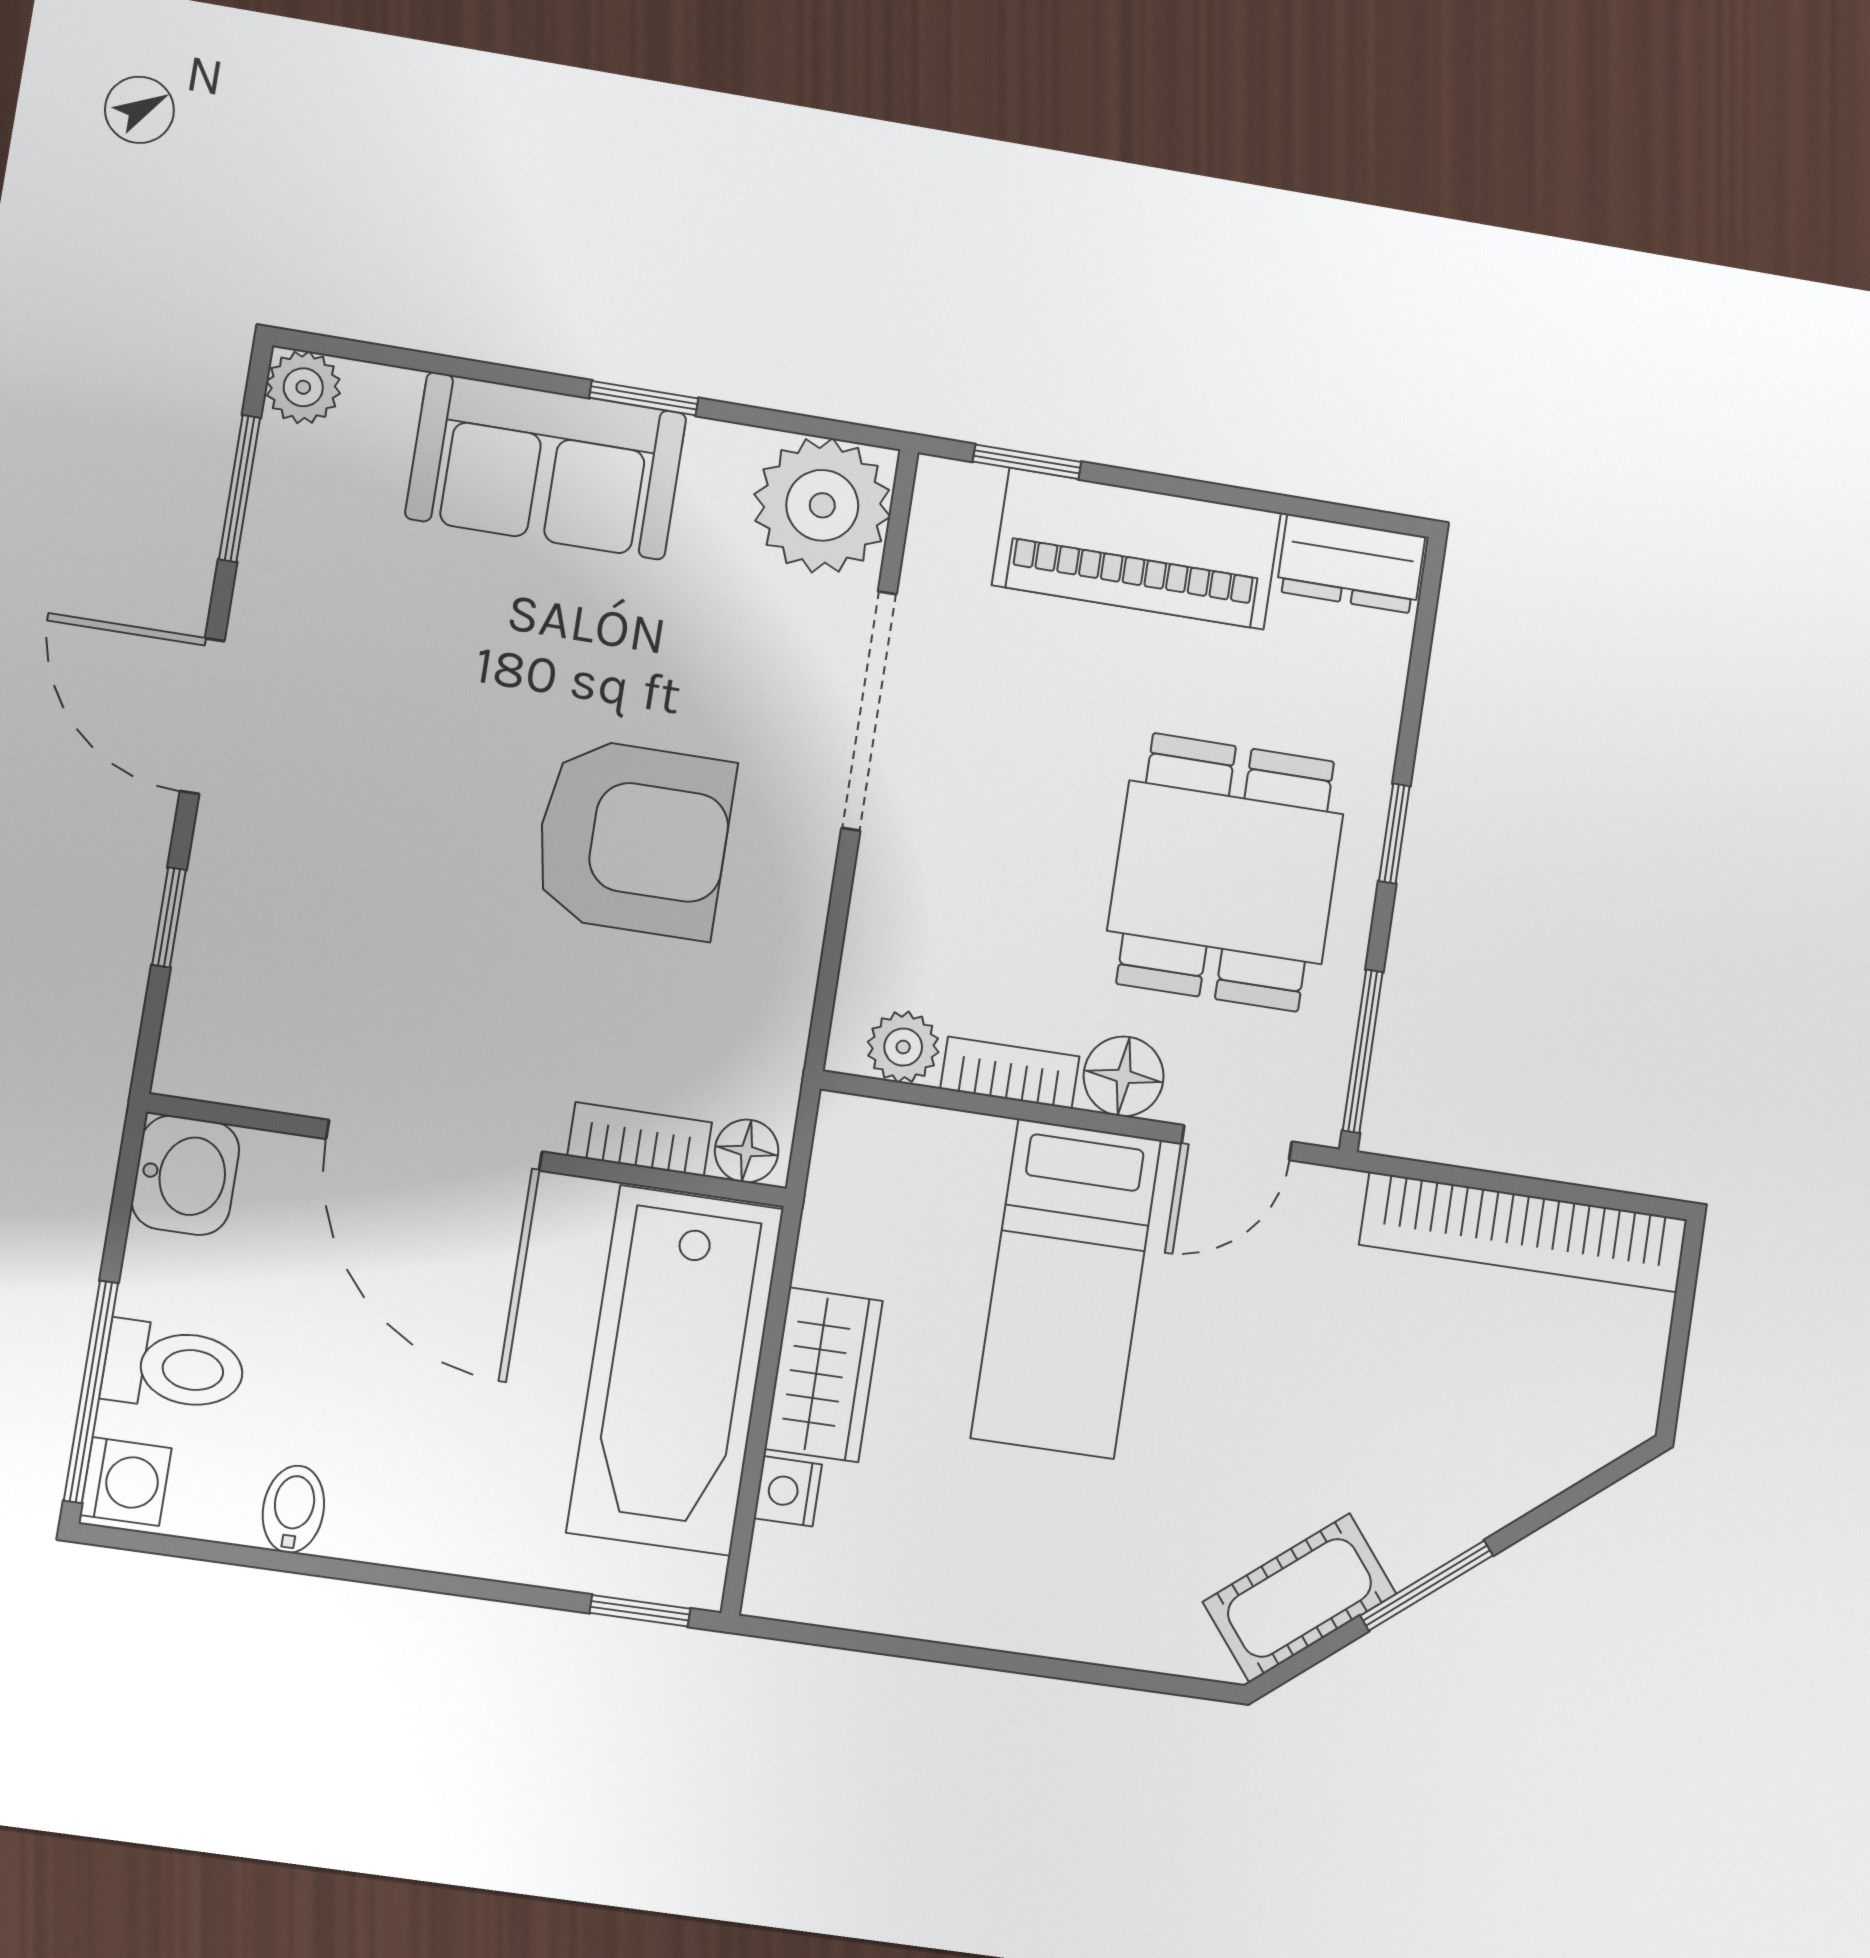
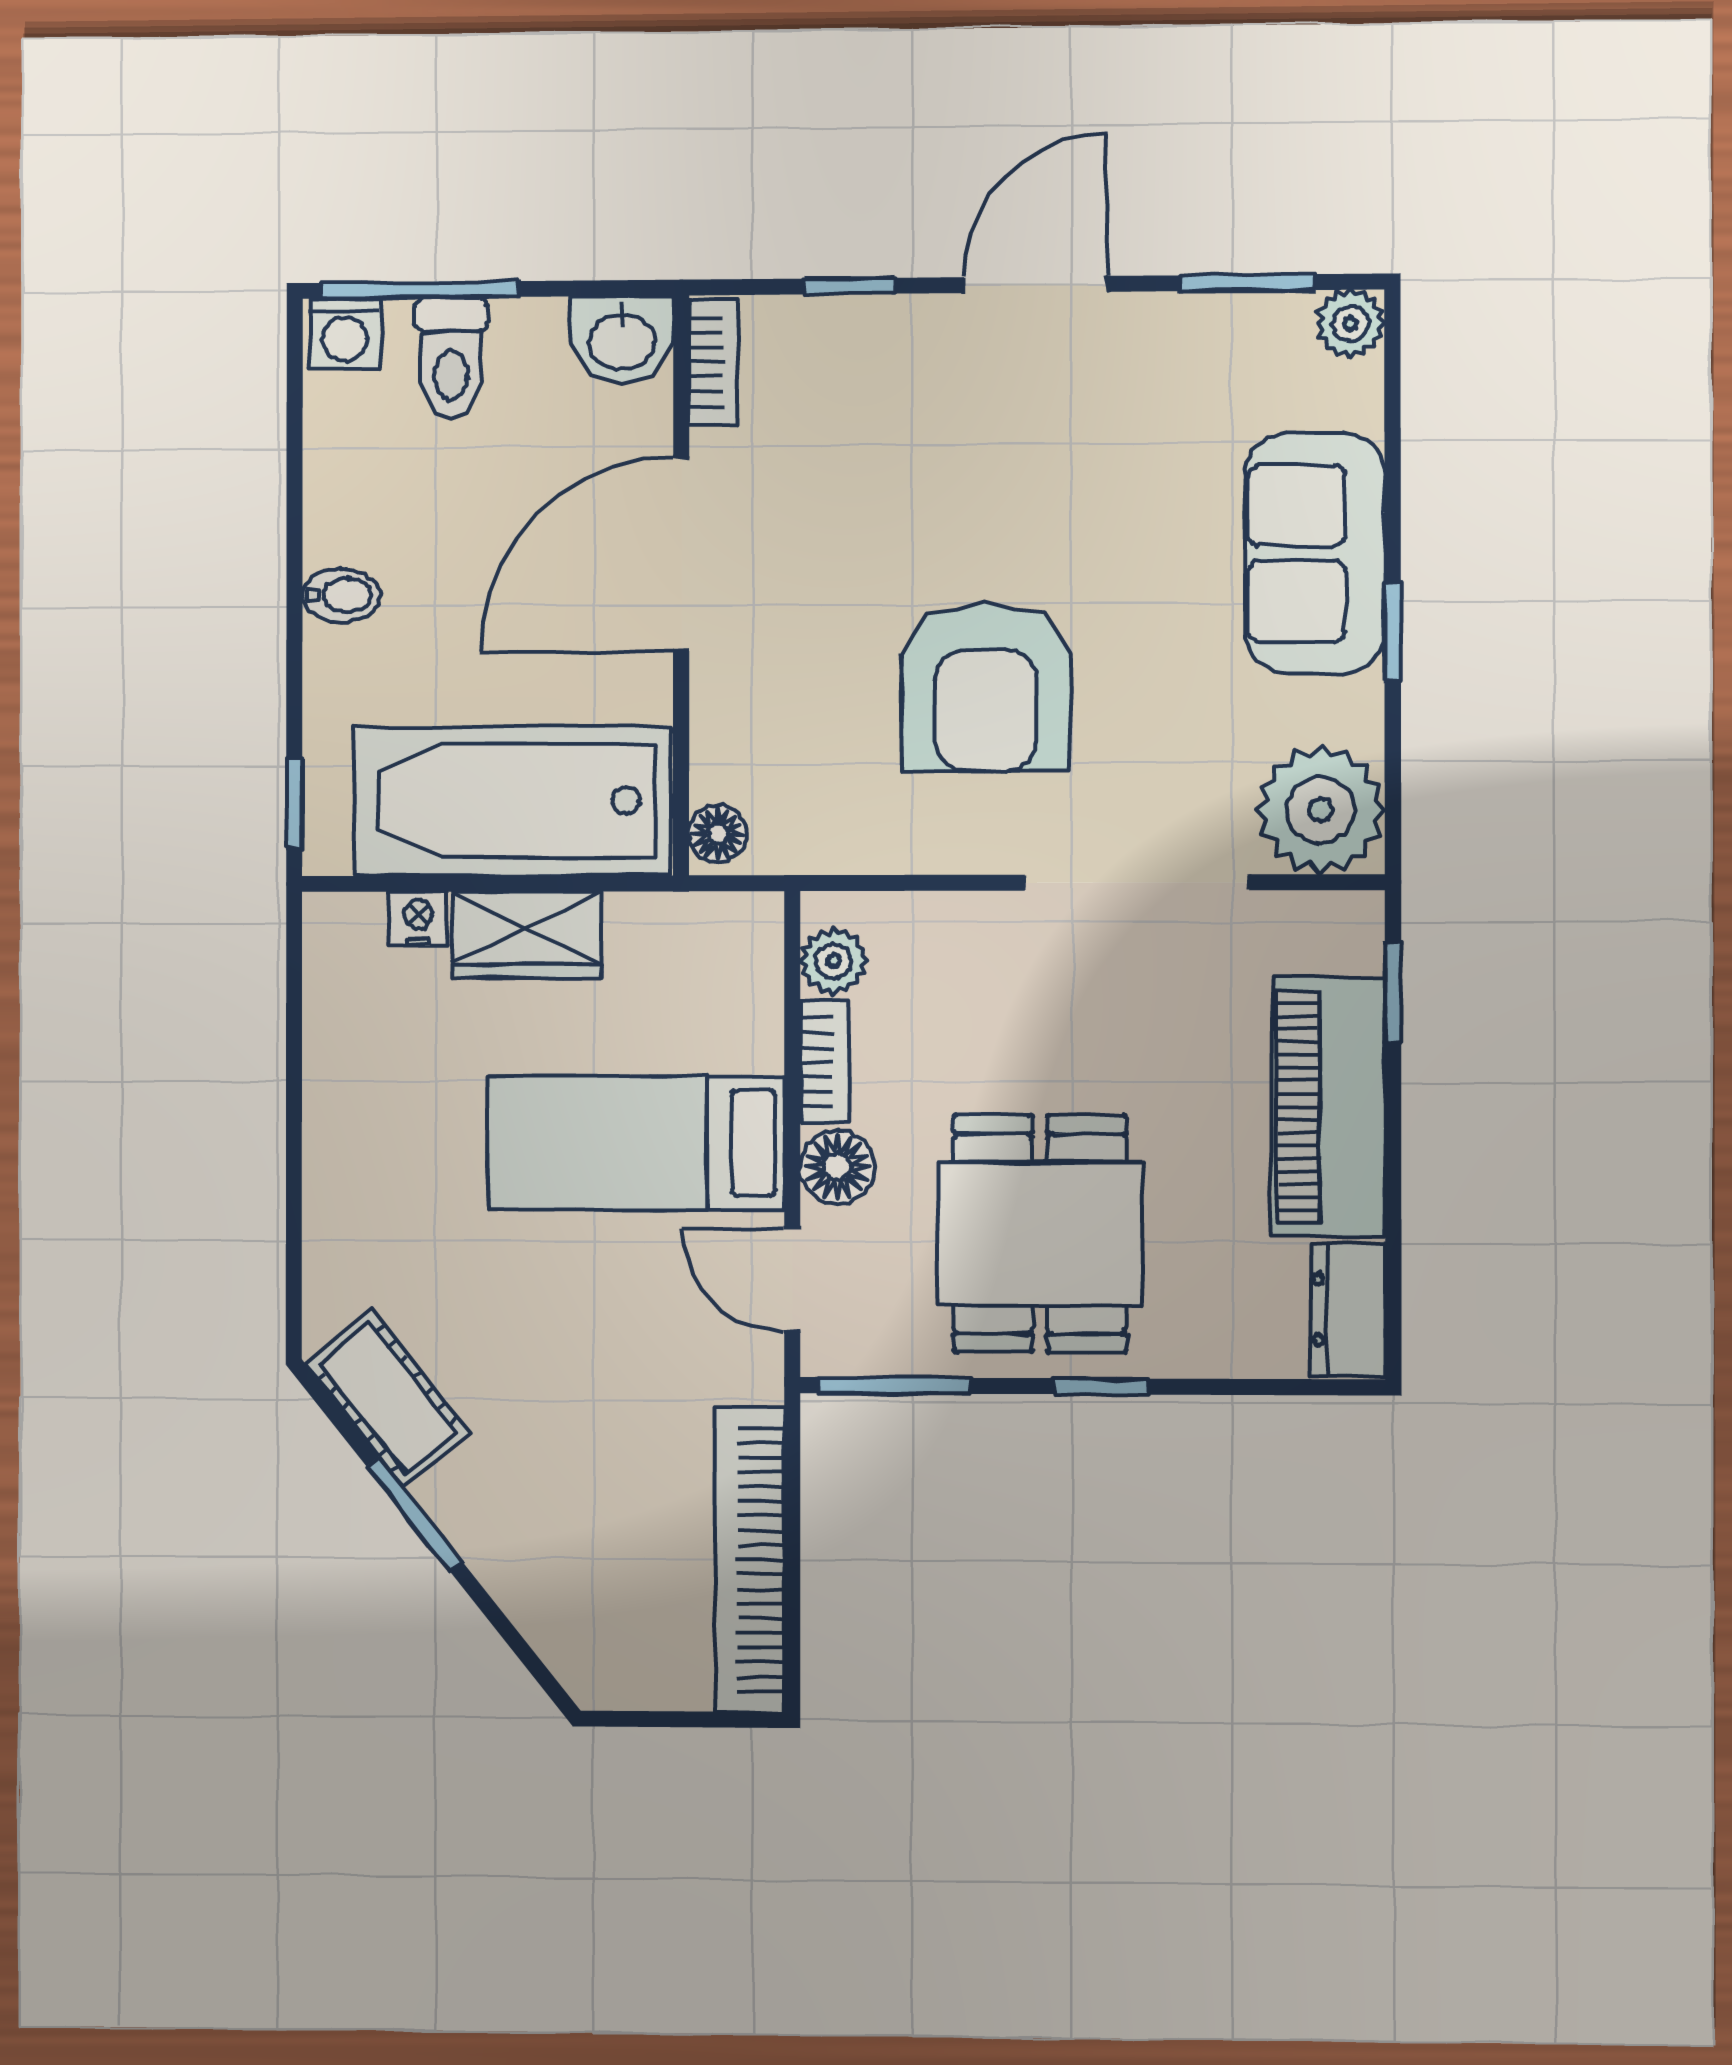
dining table: (1225, 872) -> (1040, 1234), turned 90
bookcase: (640, 1139) -> (714, 362), moved
bidet: (293, 1509) -> (341, 595), moved

